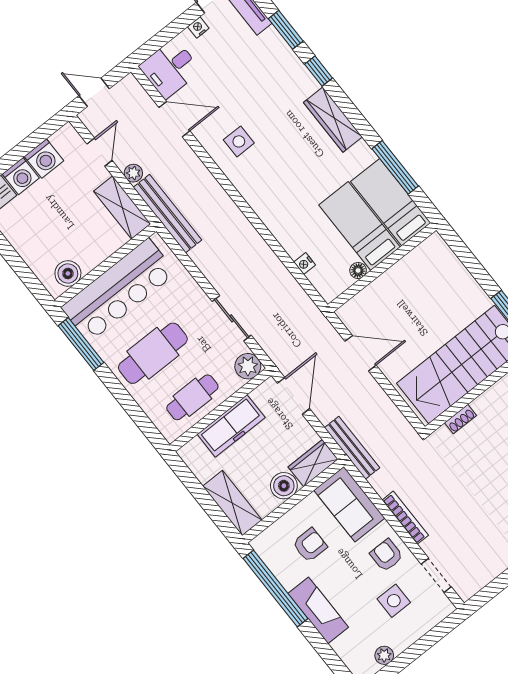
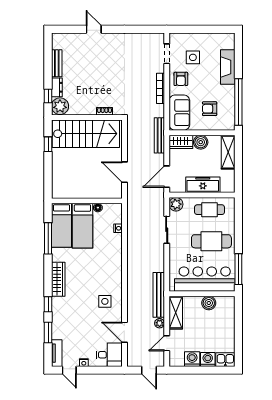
boiler: (68, 274) -> (209, 303), moved
fireplace: (318, 610) -> (228, 67), moved
plant: (384, 655) -> (215, 38), removed

